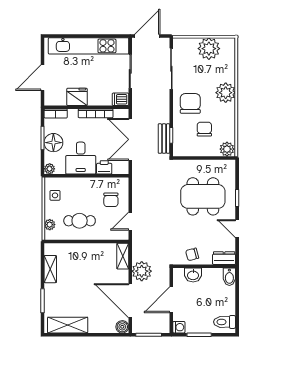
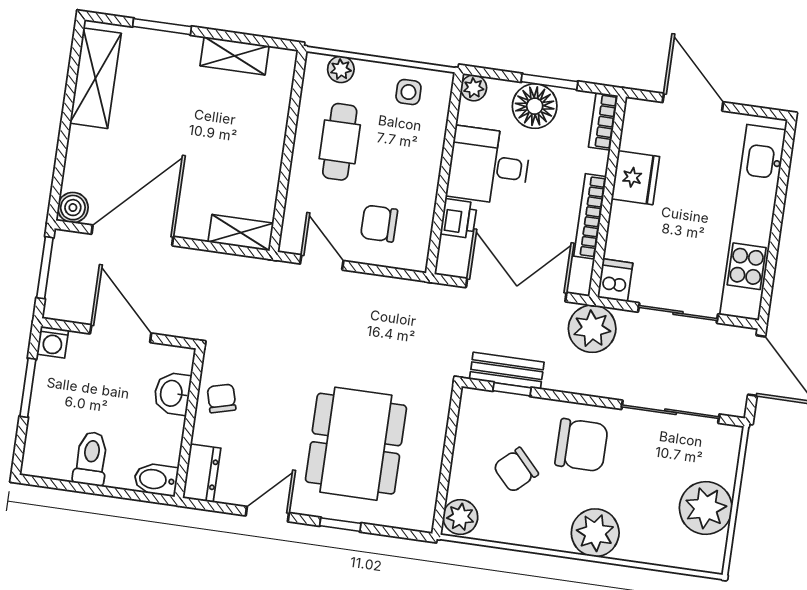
chair: (204, 129) -> (516, 470), turned 137
plant: (142, 271) -> (592, 329), moved
toilet: (225, 322) -> (91, 459), moved

